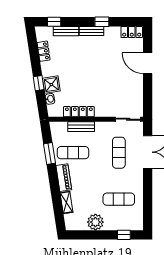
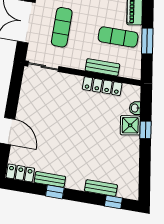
bench: (92, 31) -> (50, 179), moved
locker: (44, 51) -> (133, 168), removed

